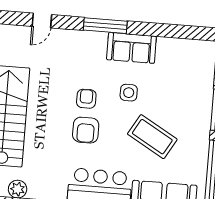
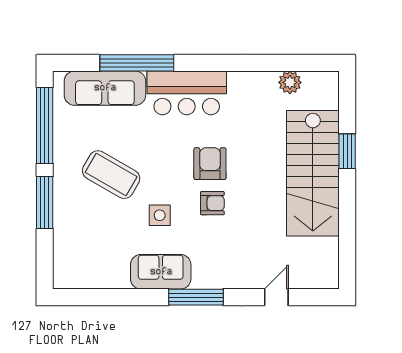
armchair: (86, 99) -> (212, 203), turned -90
coffee table: (152, 137) -> (111, 175), moved

